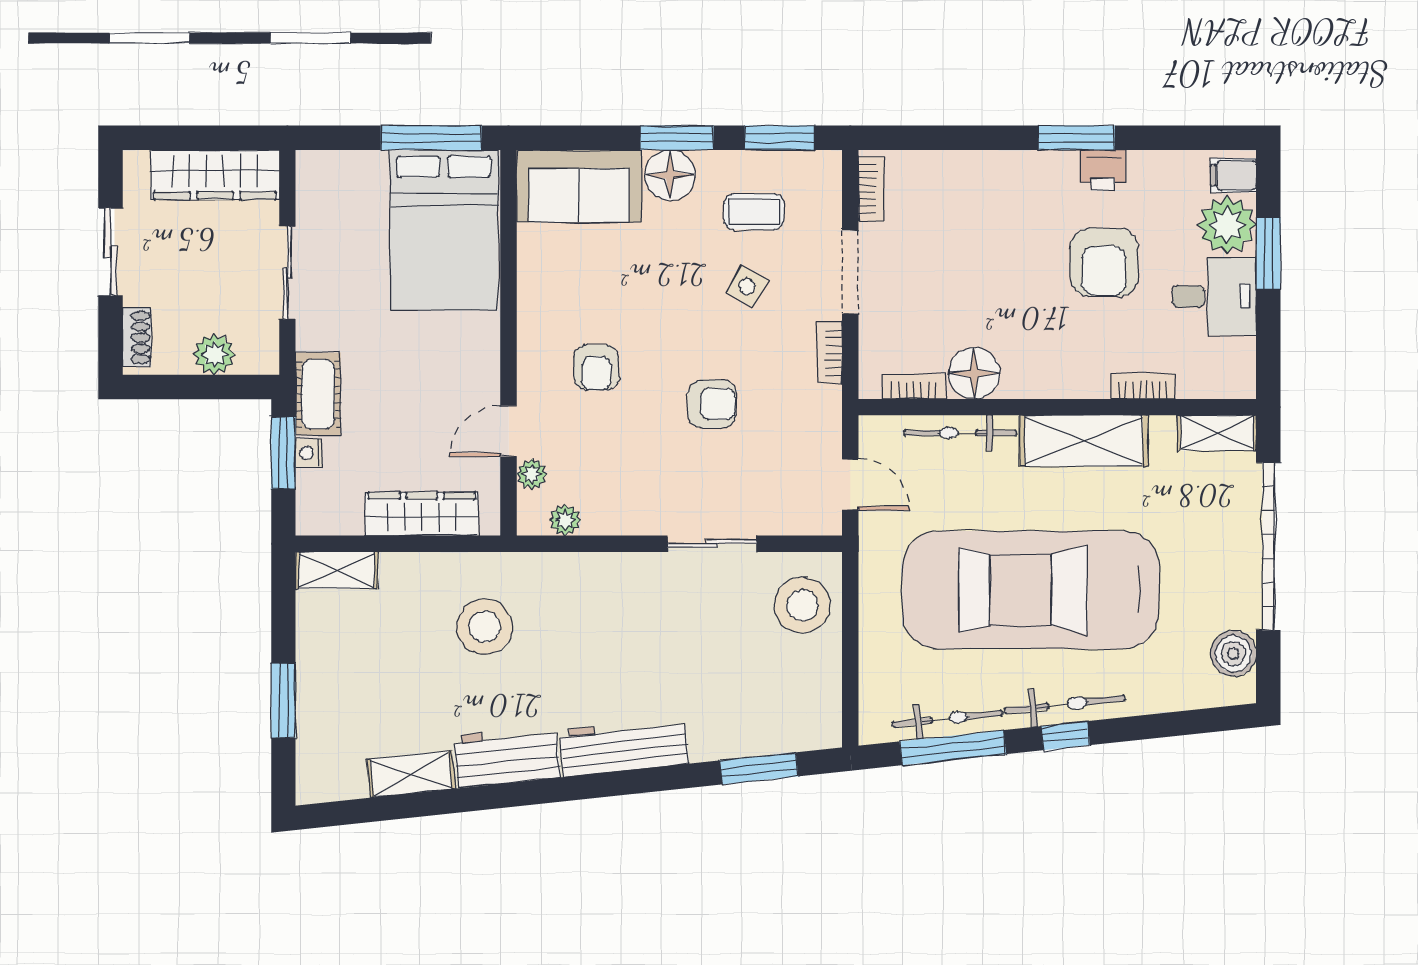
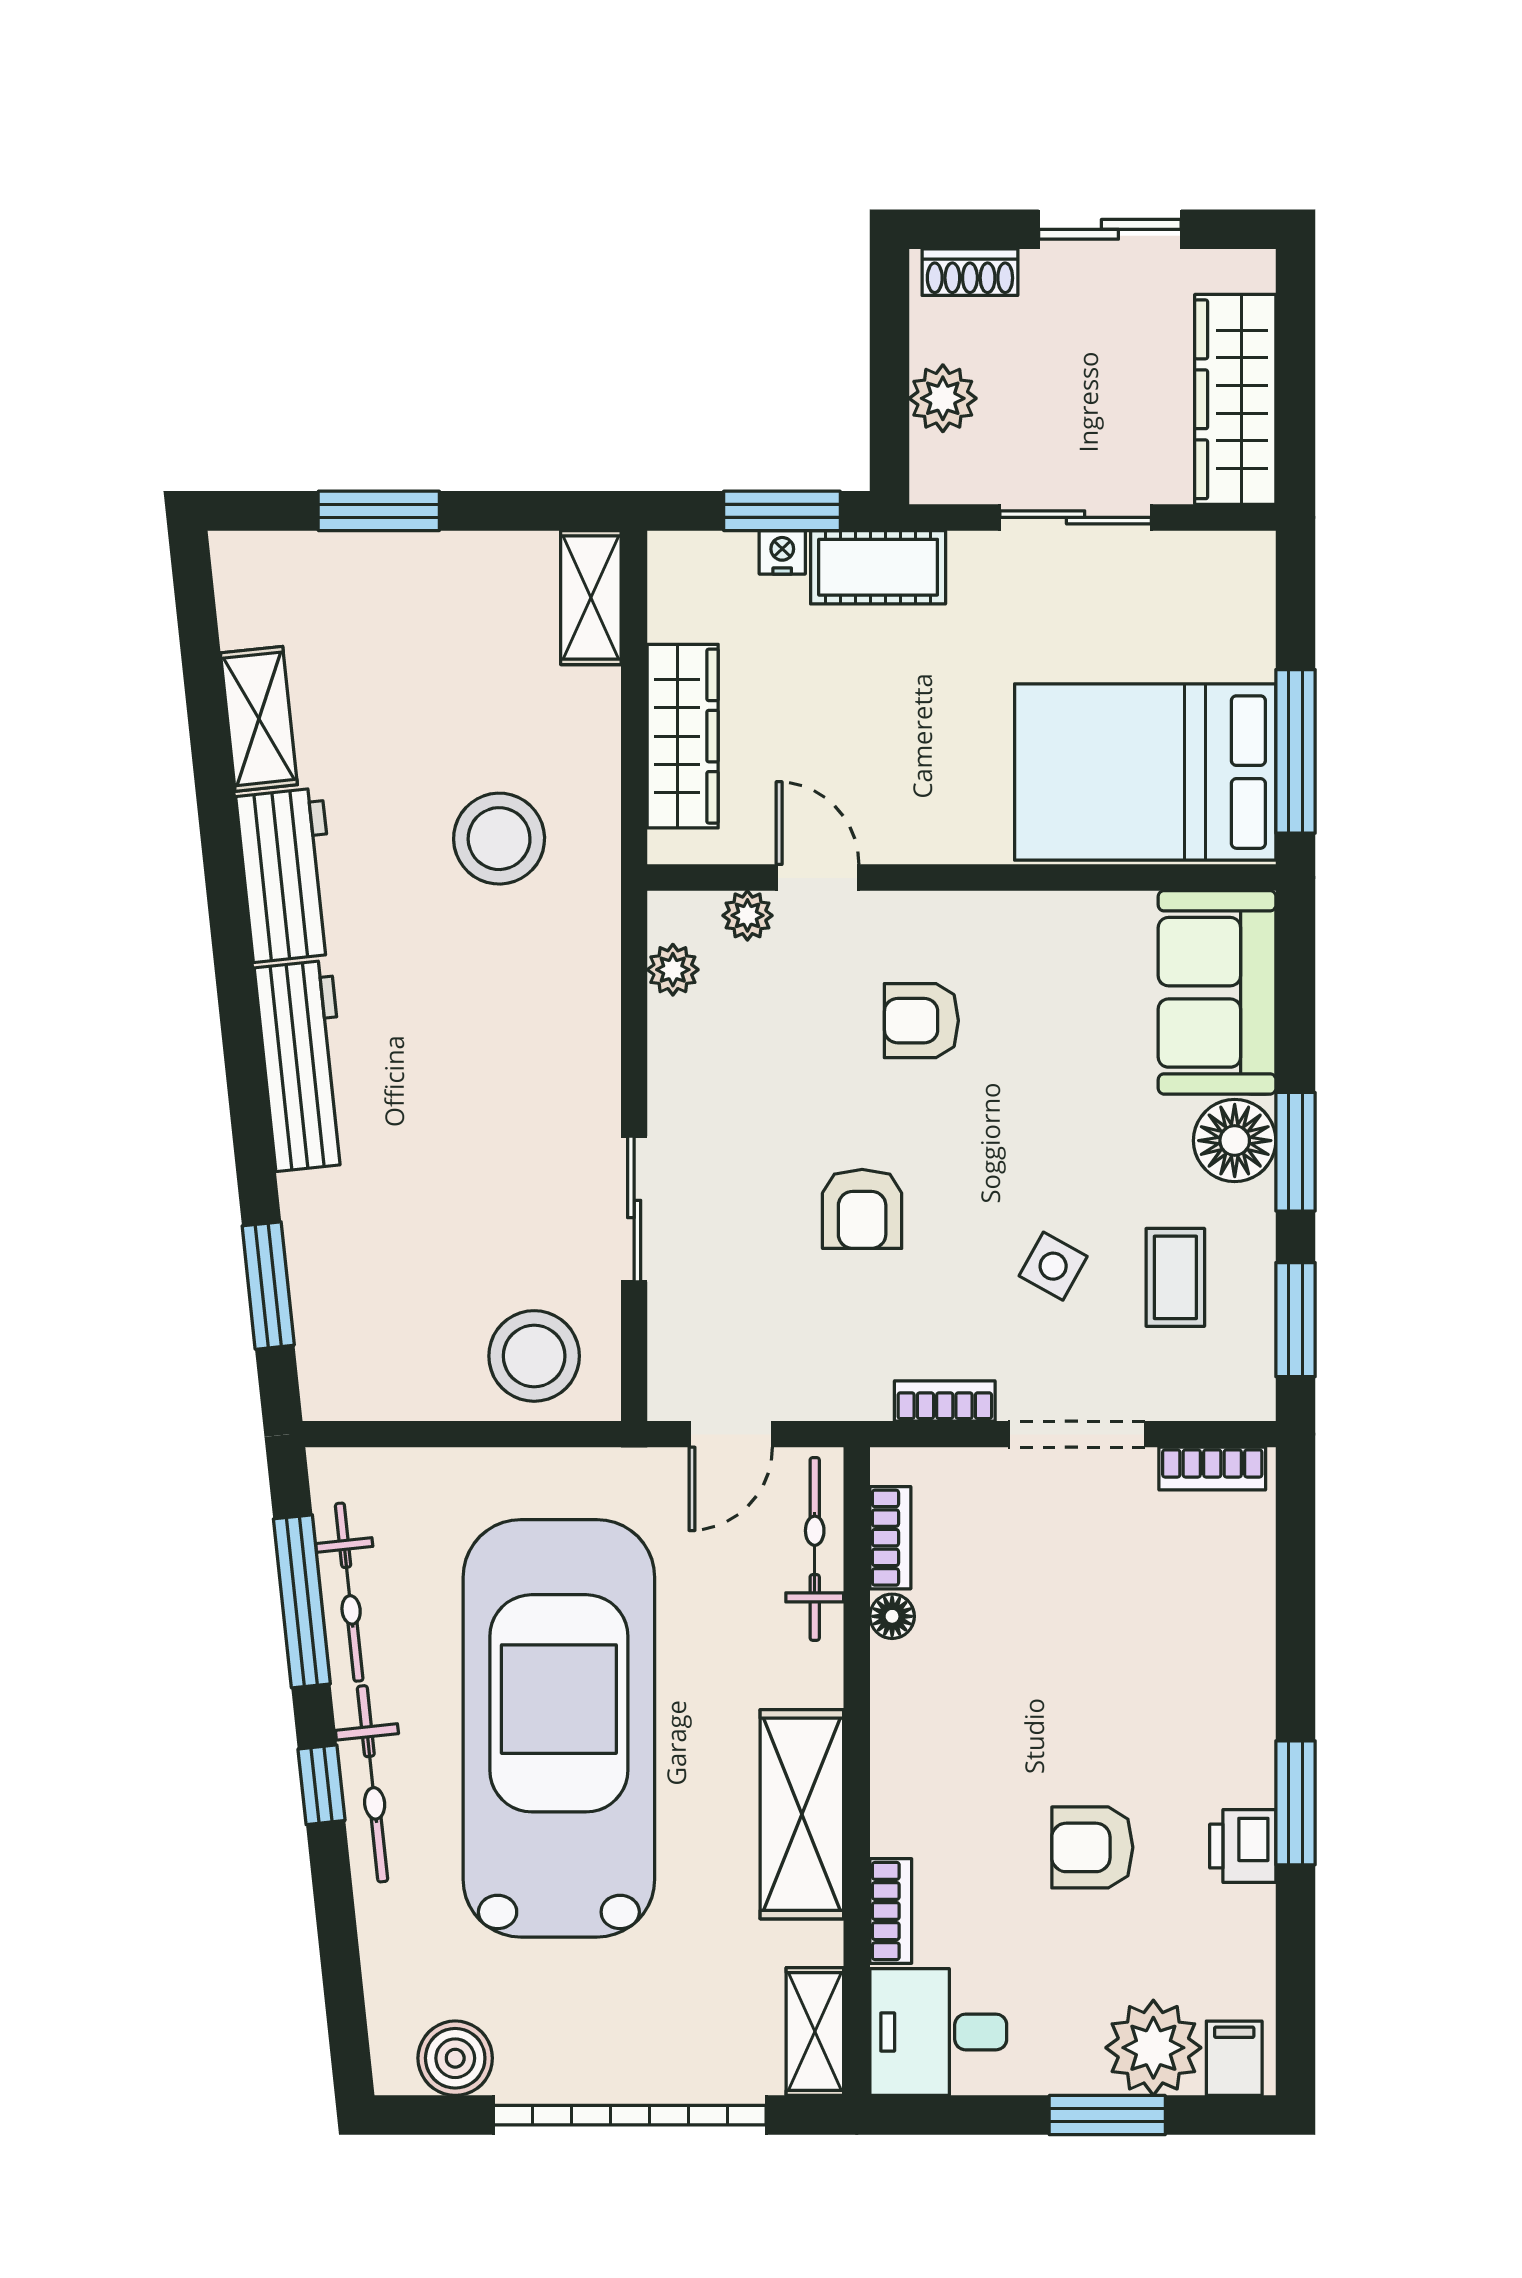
armchair: (1104, 262) -> (1092, 1847), width x0.72, depth x0.72
desk: (1214, 296) -> (938, 2032), moved, turned 90
floor lamp: (974, 373) -> (892, 1616), width x0.53, depth x0.53
bicycle: (960, 433) -> (815, 1549), moved

